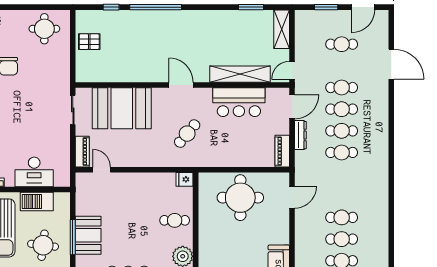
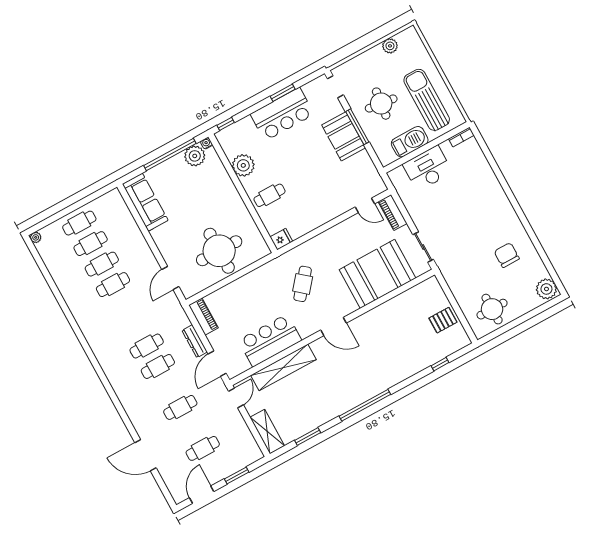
window: (156, 7) -> (365, 405), moved
cafe table: (342, 109) -> (169, 387), removed

